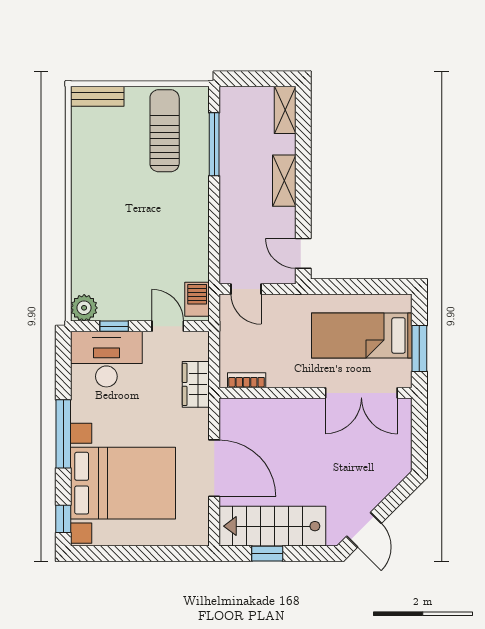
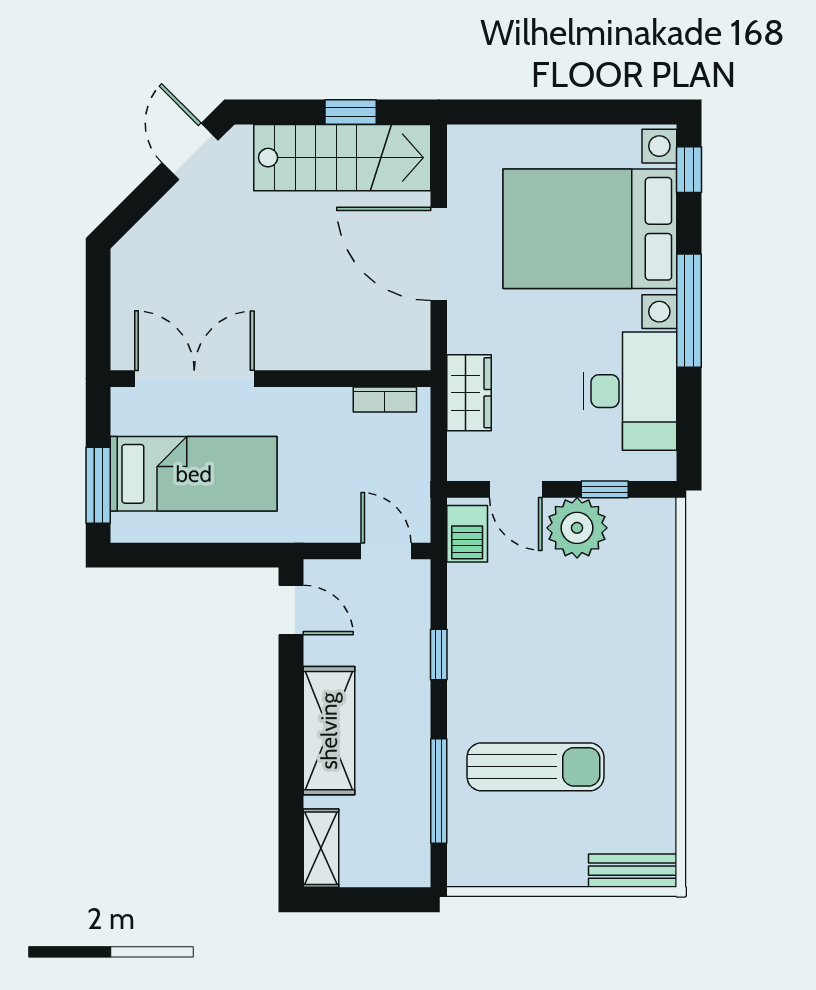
sun lounger: (165, 131) -> (535, 767), moved, turned -90
shelving: (284, 181) -> (329, 731), width x1.50, depth x1.33
window: (214, 227) -> (439, 654), added
plant: (84, 308) -> (577, 528), moved, width x1.36, depth x1.36
window: (419, 349) -> (98, 485), moved
desk: (106, 359) -> (630, 391), moved, turned -90

